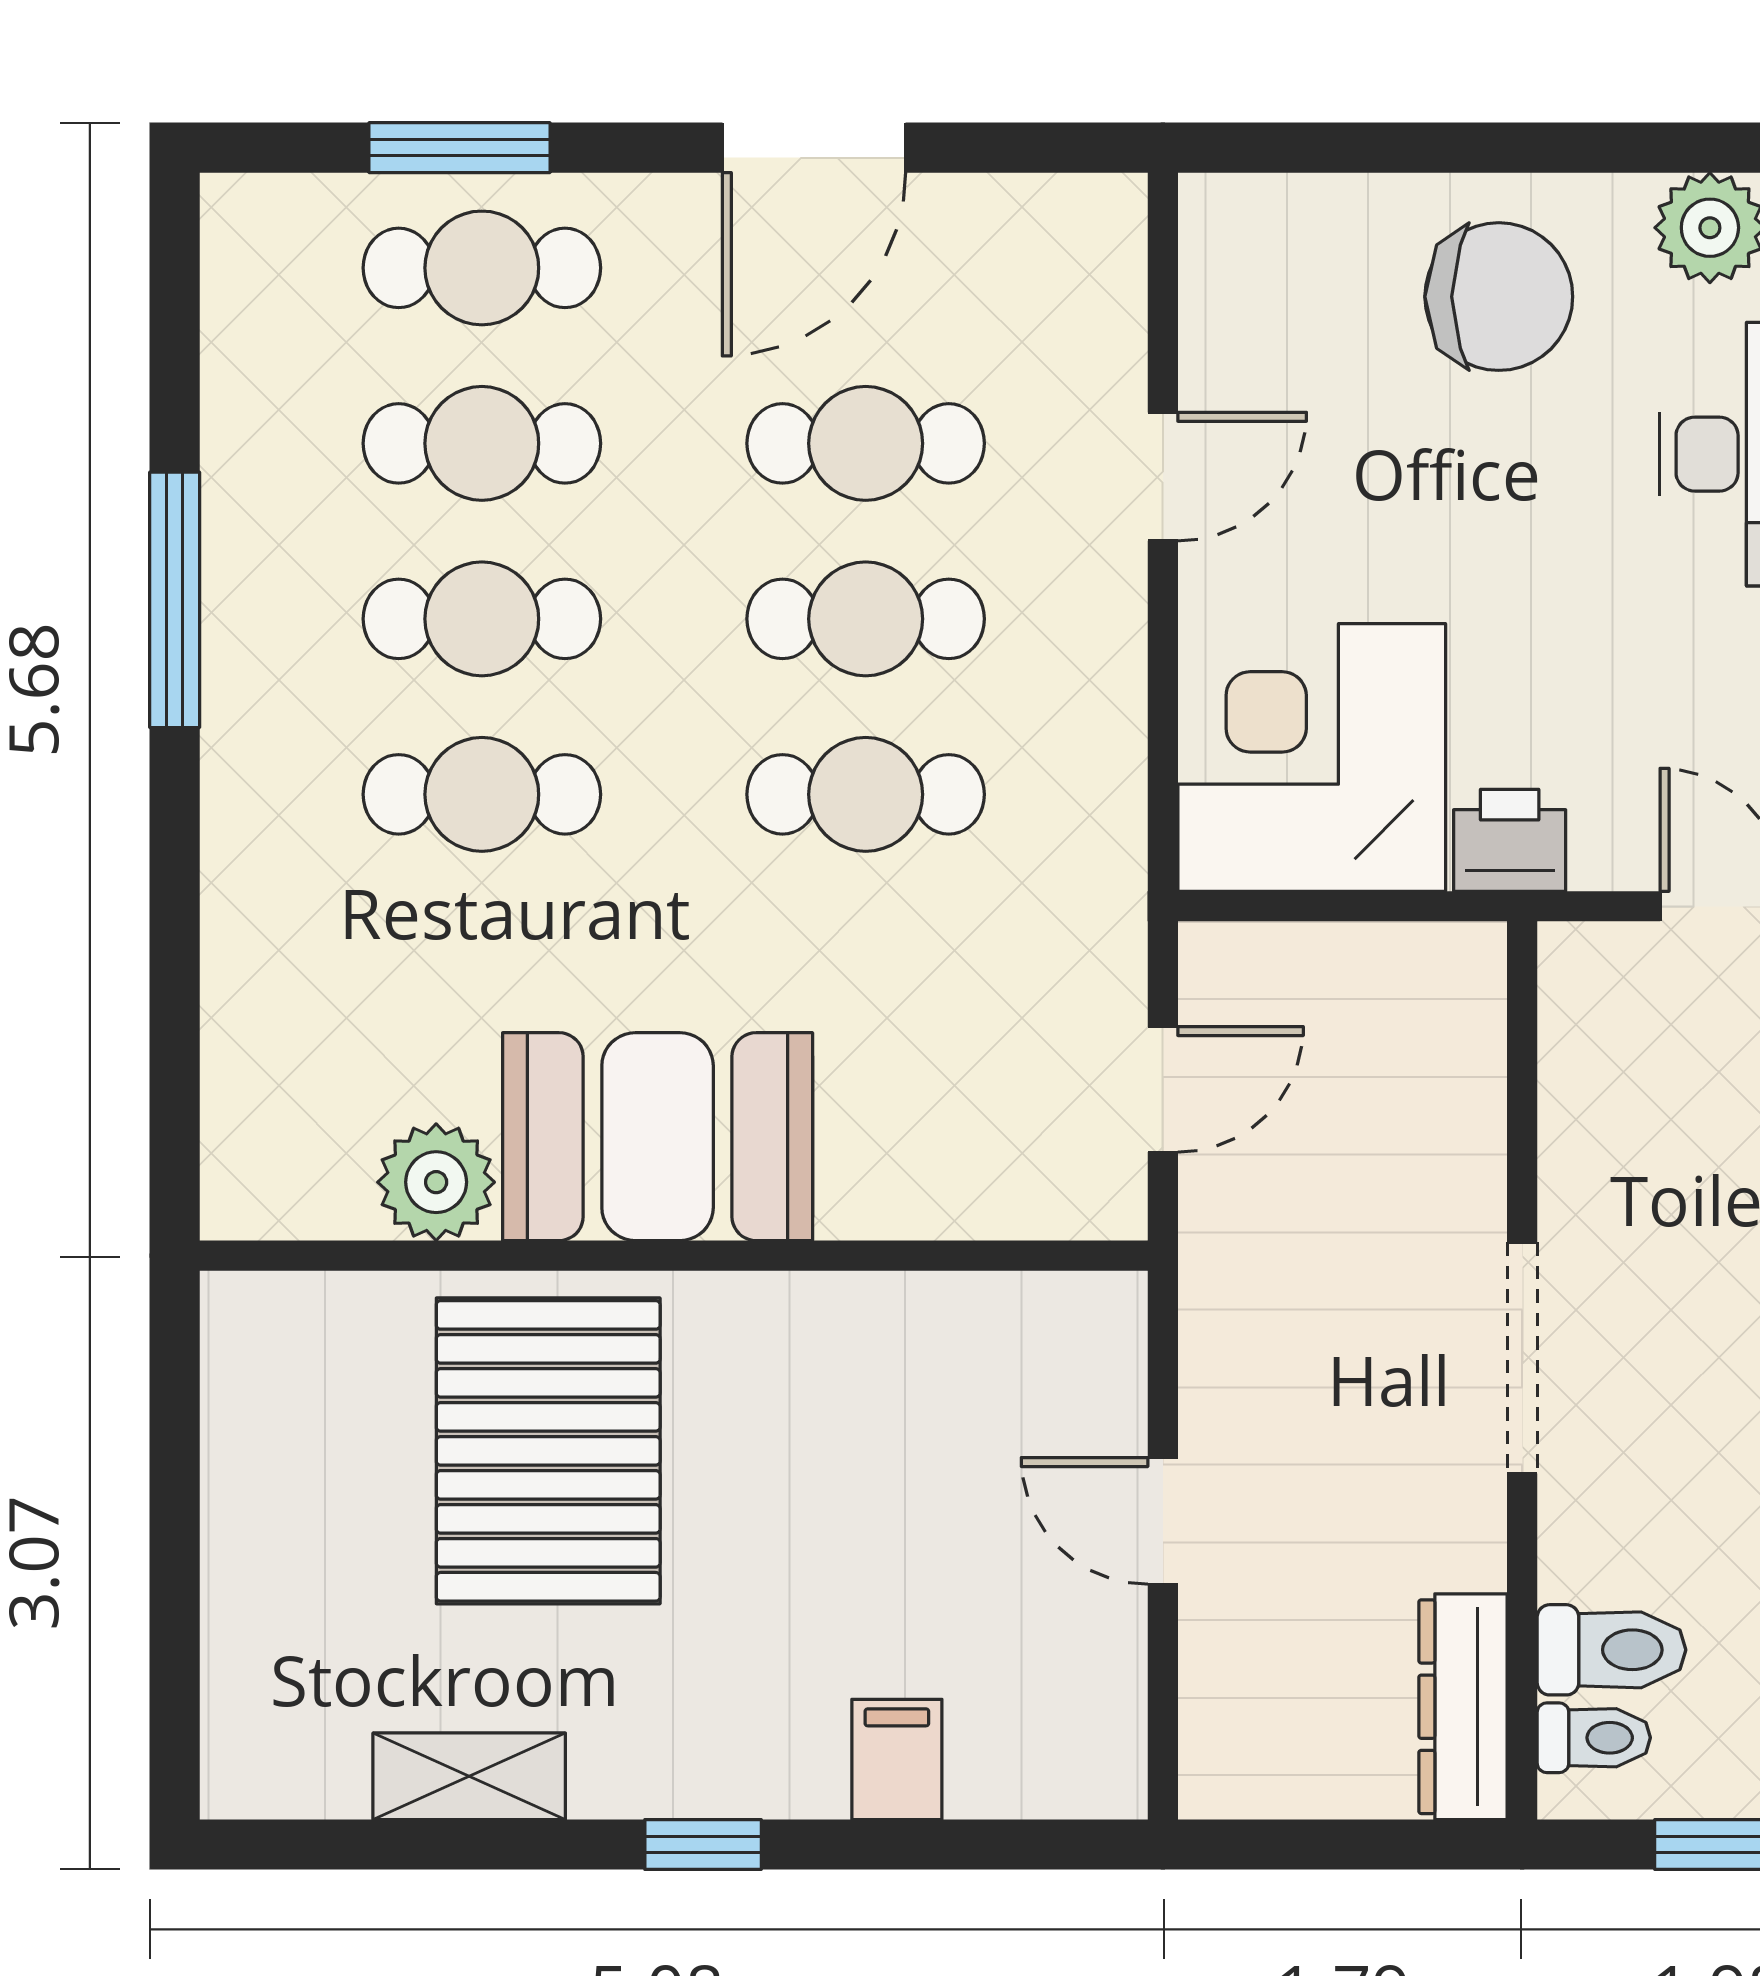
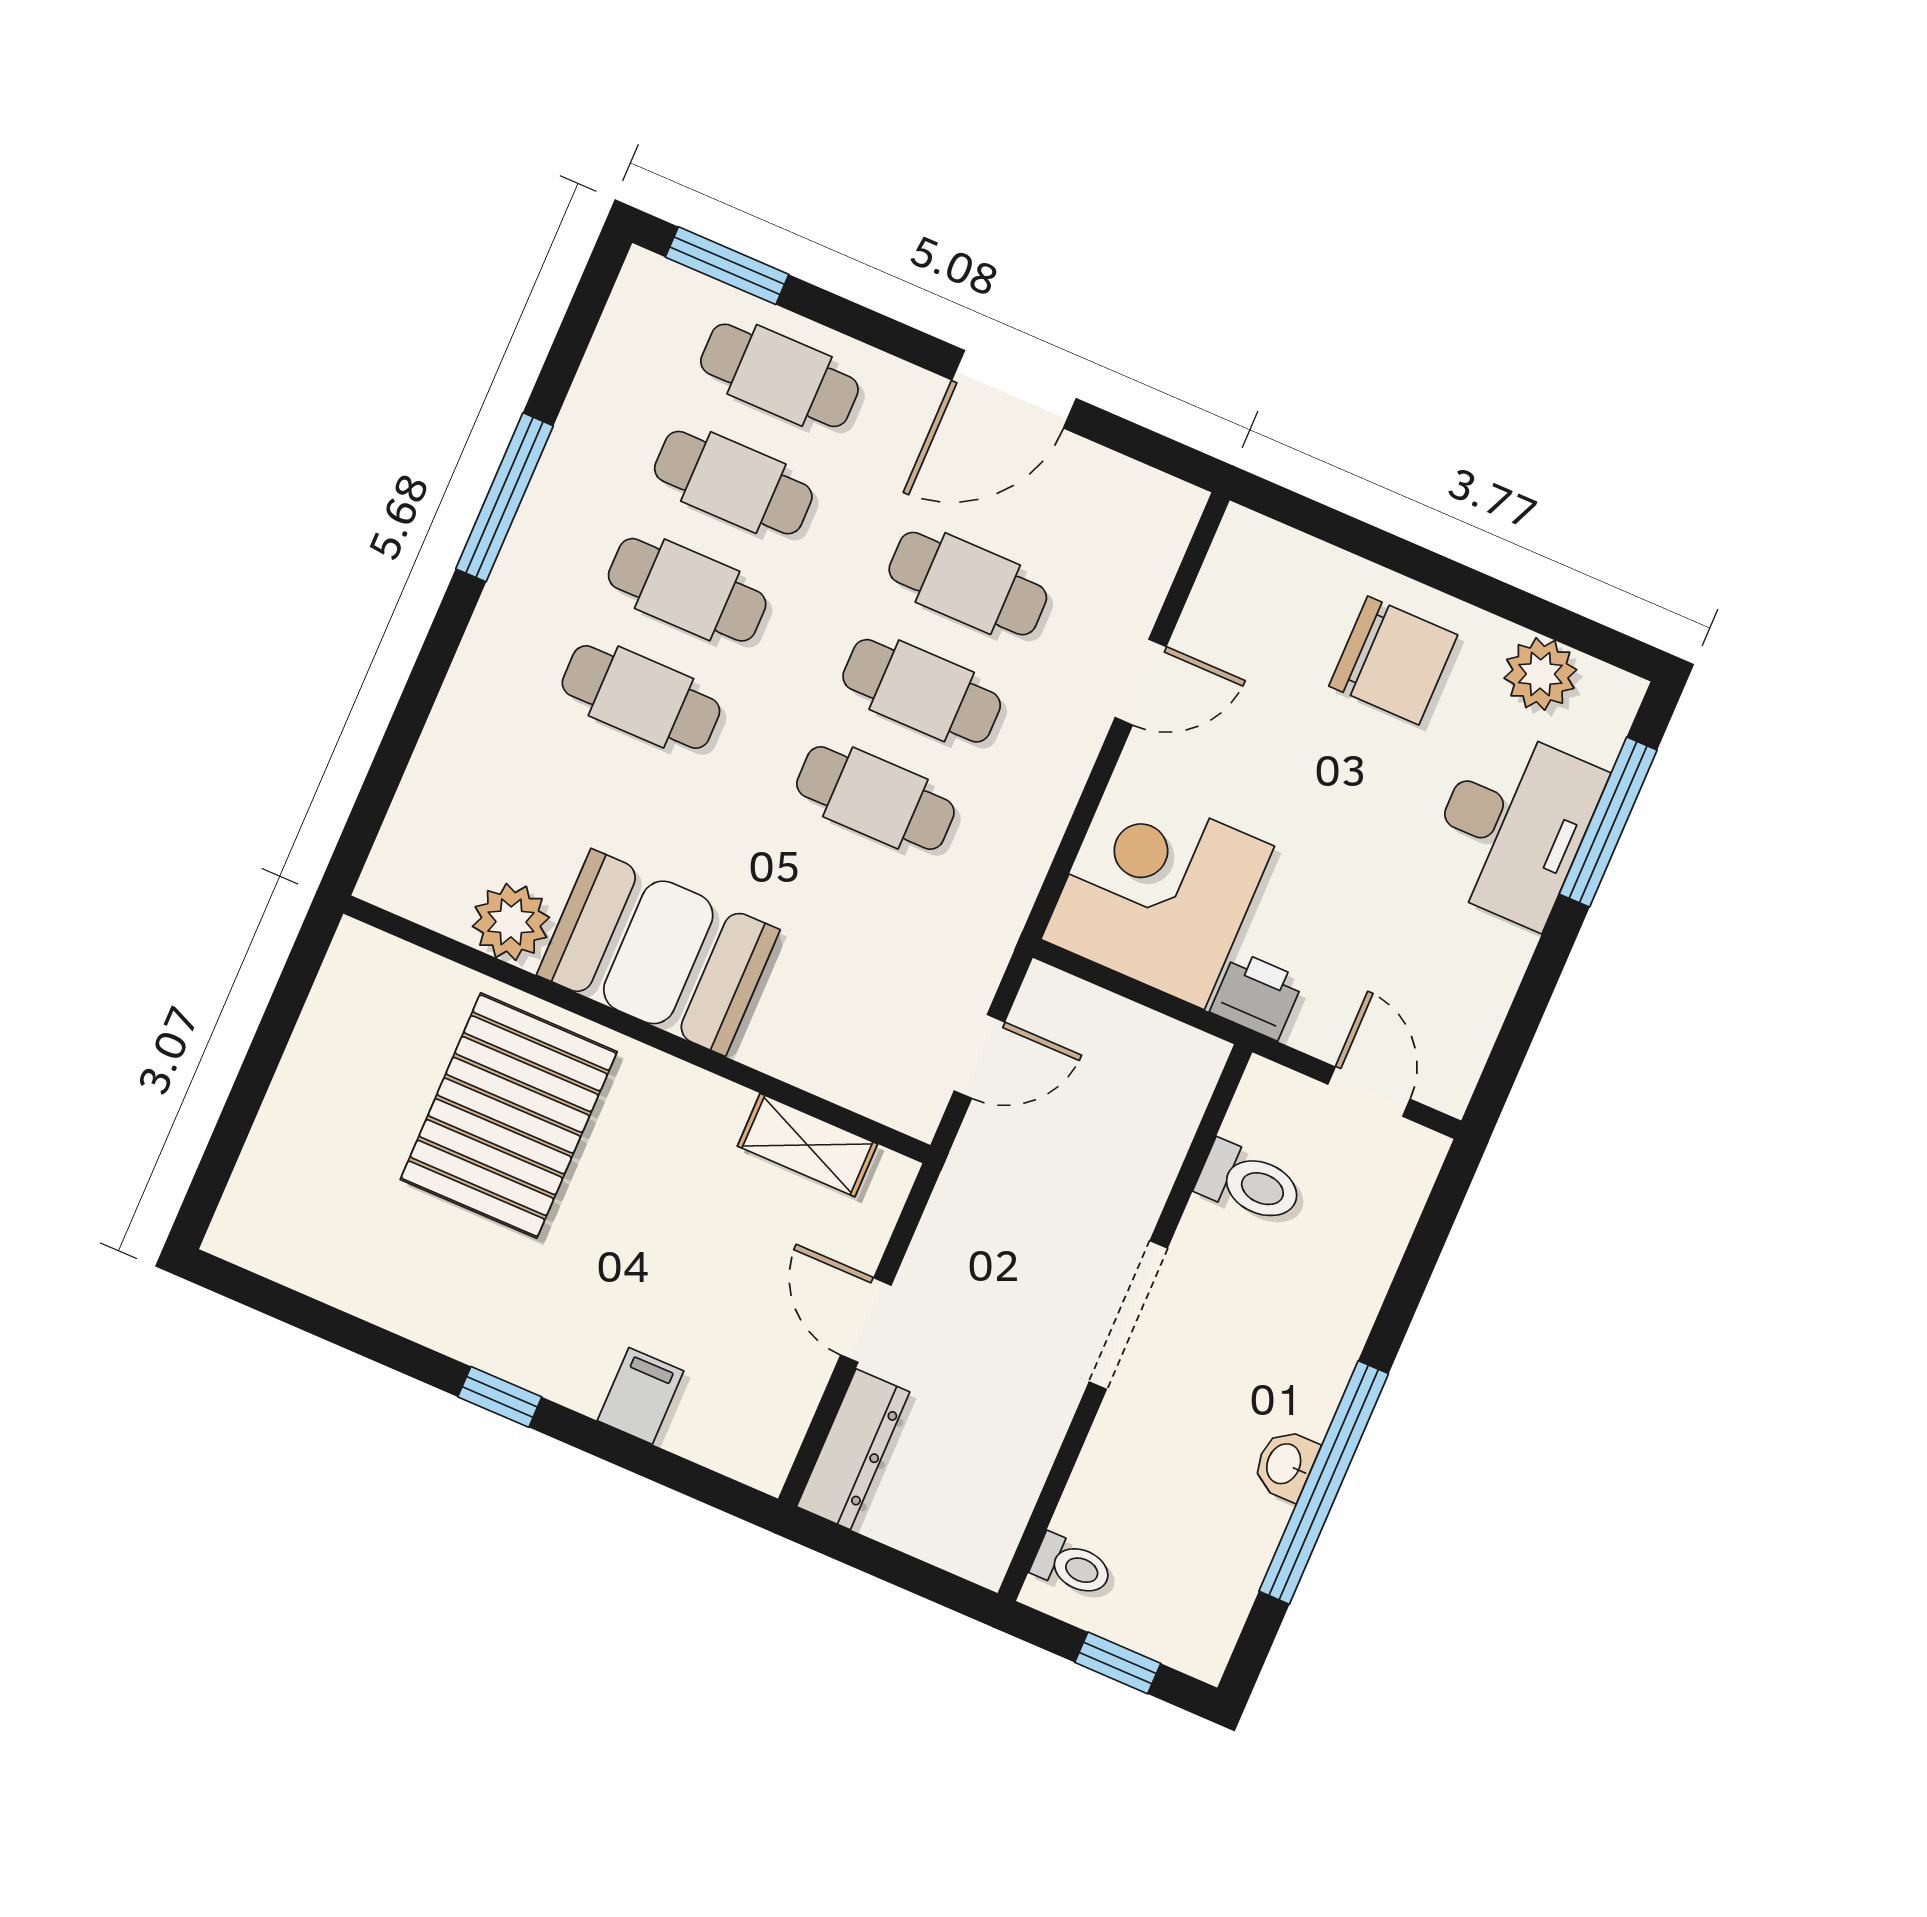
window: (460, 148) -> (727, 266), moved
toilet: (1611, 1650) -> (1250, 1183), moved
dresser: (1463, 1707) -> (853, 1449), moved, turned 180
shelving: (469, 1776) -> (807, 1145), moved

